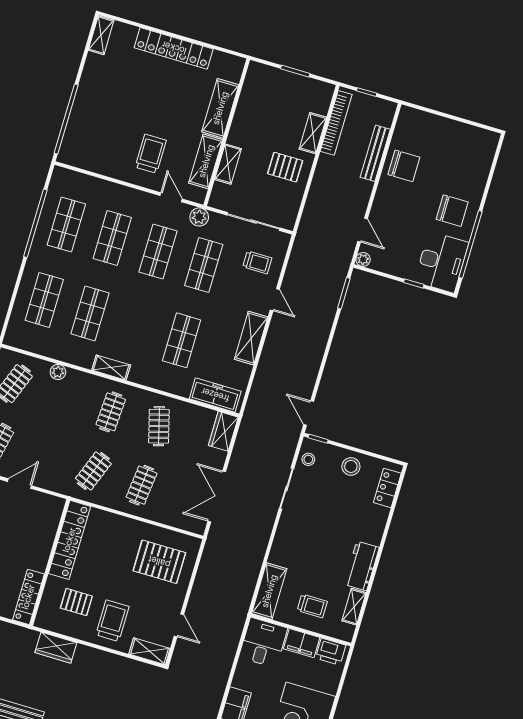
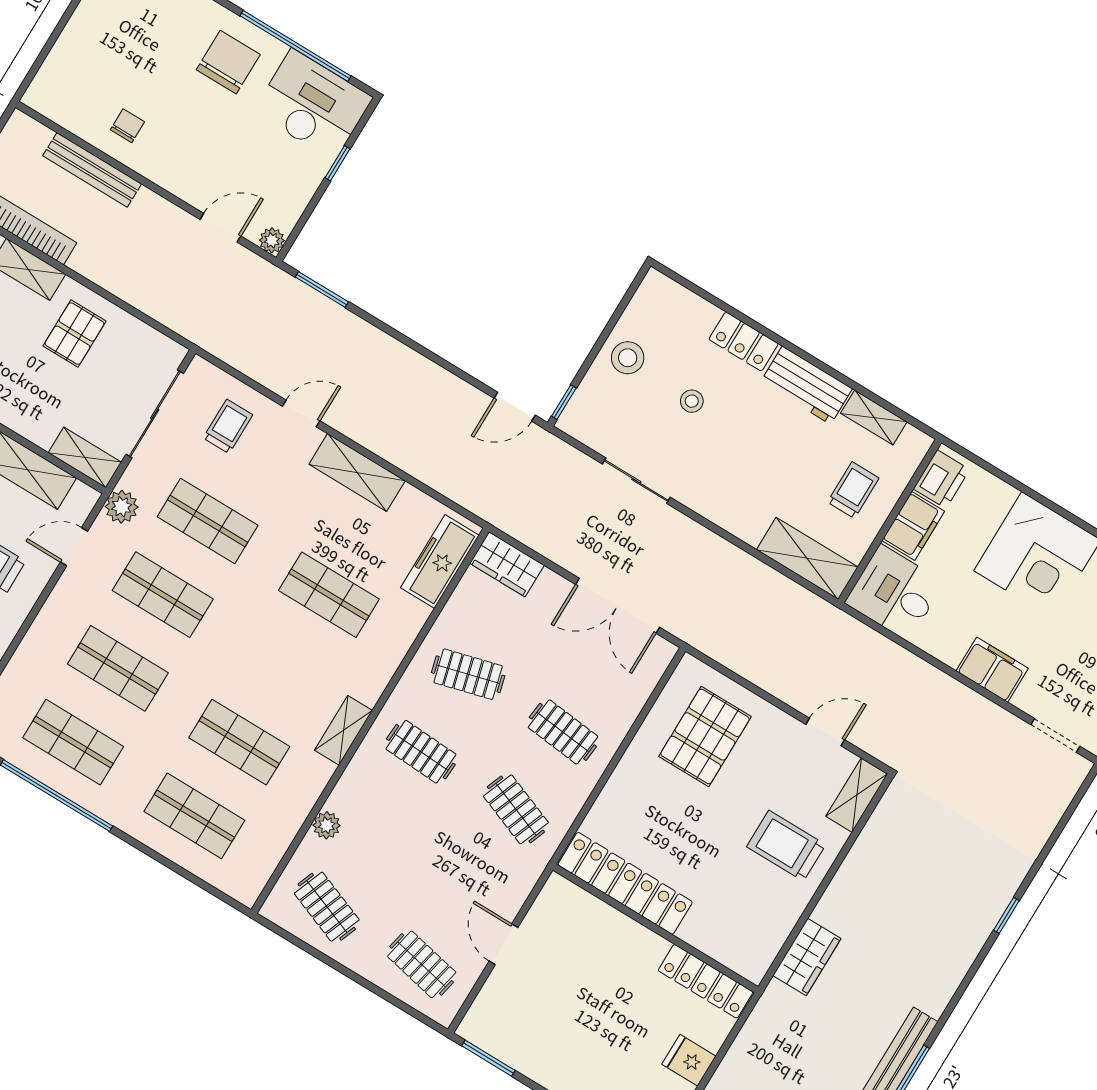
shelving: (228, 164) -> (85, 457), moved
chair: (404, 166) -> (127, 126), width x0.54, depth x0.54
stool: (308, 459) -> (692, 401), moved
locker: (387, 488) -> (744, 341), moved
pallet: (76, 602) -> (737, 900), removed

